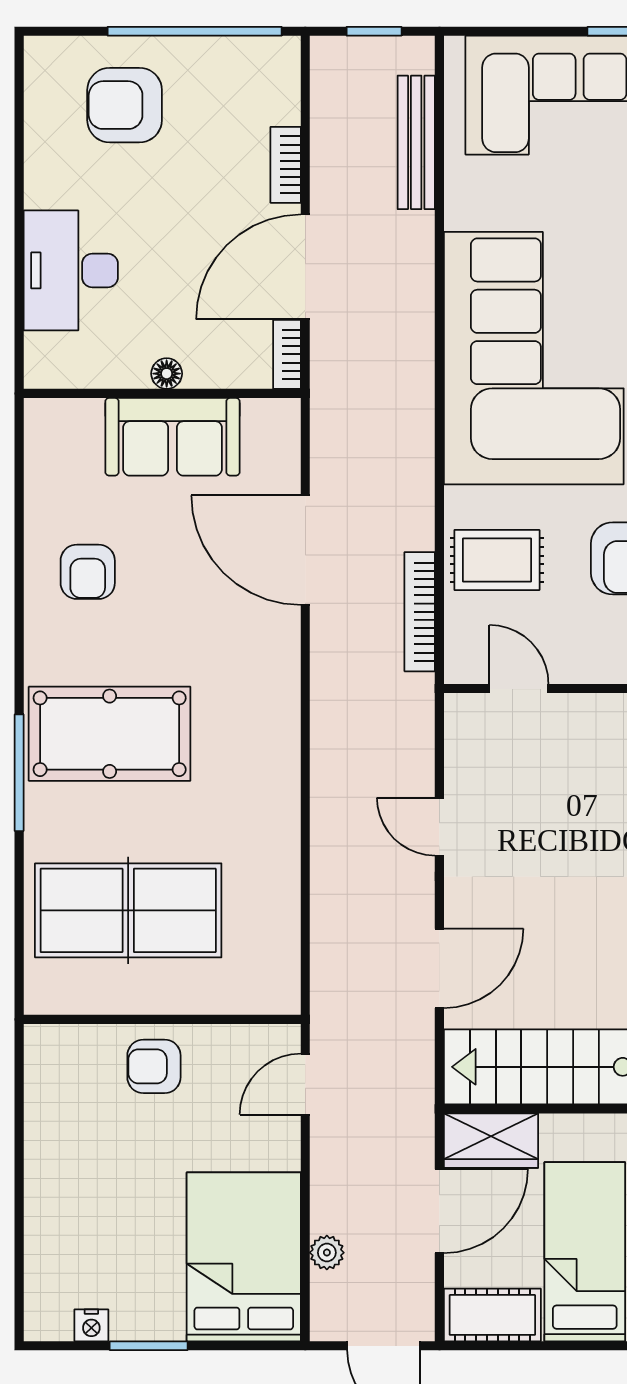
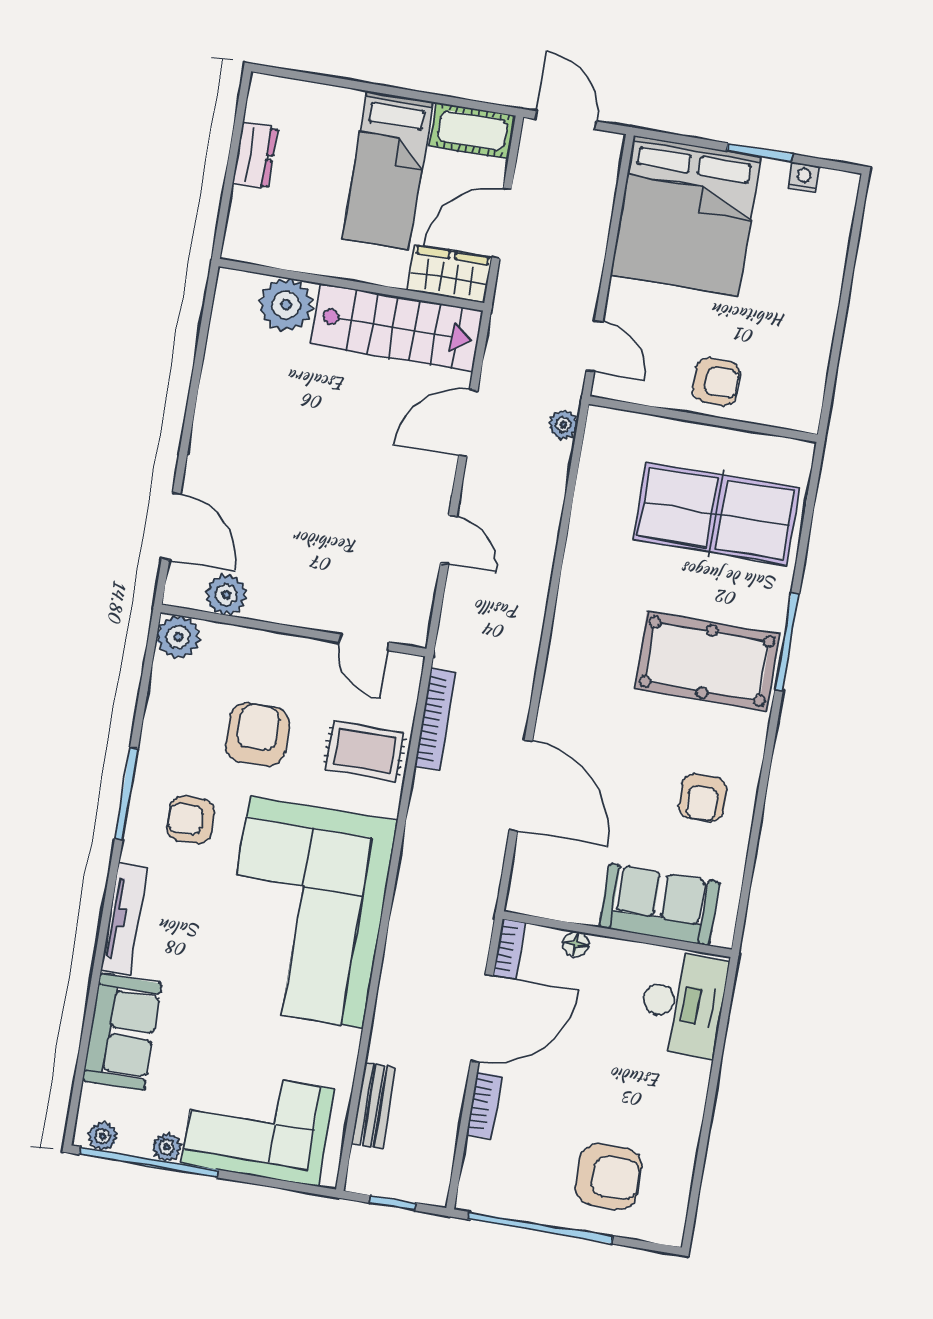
bench: (416, 142) -> (374, 1106), width x0.73
desk: (71, 270) -> (683, 1004), moved
floor lamp: (167, 374) -> (576, 944), moved
sofa: (172, 437) -> (659, 905), moved
armchair: (88, 572) -> (703, 798), turned 180
door: (305, 1084) -> (594, 346), hinge flipped
plant: (327, 1253) -> (563, 425), moved
bed: (244, 1257) -> (686, 215), width x1.36

